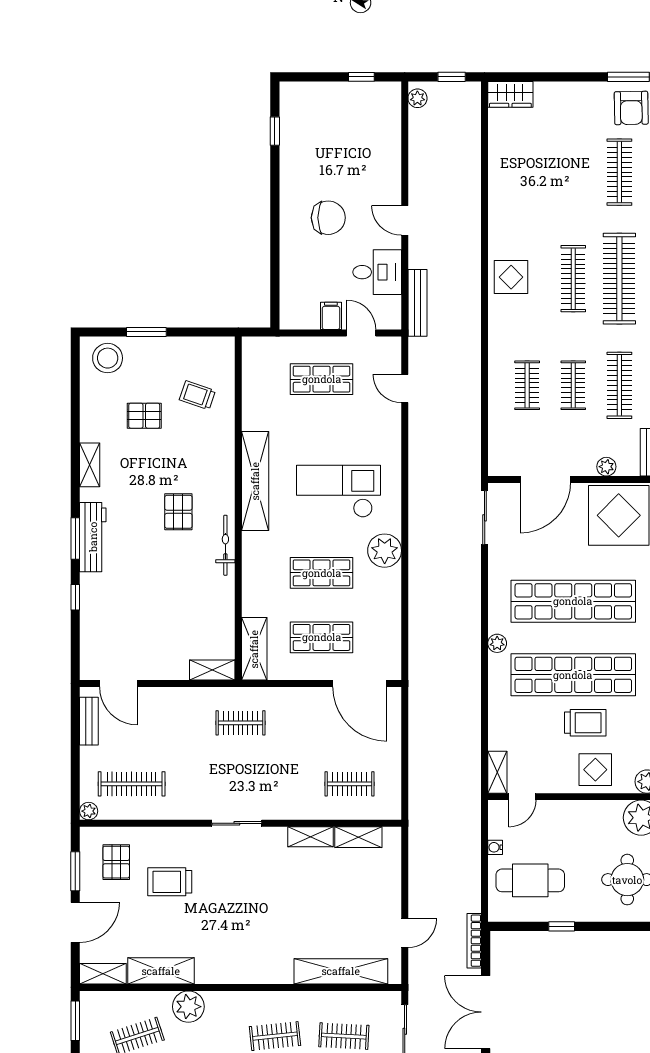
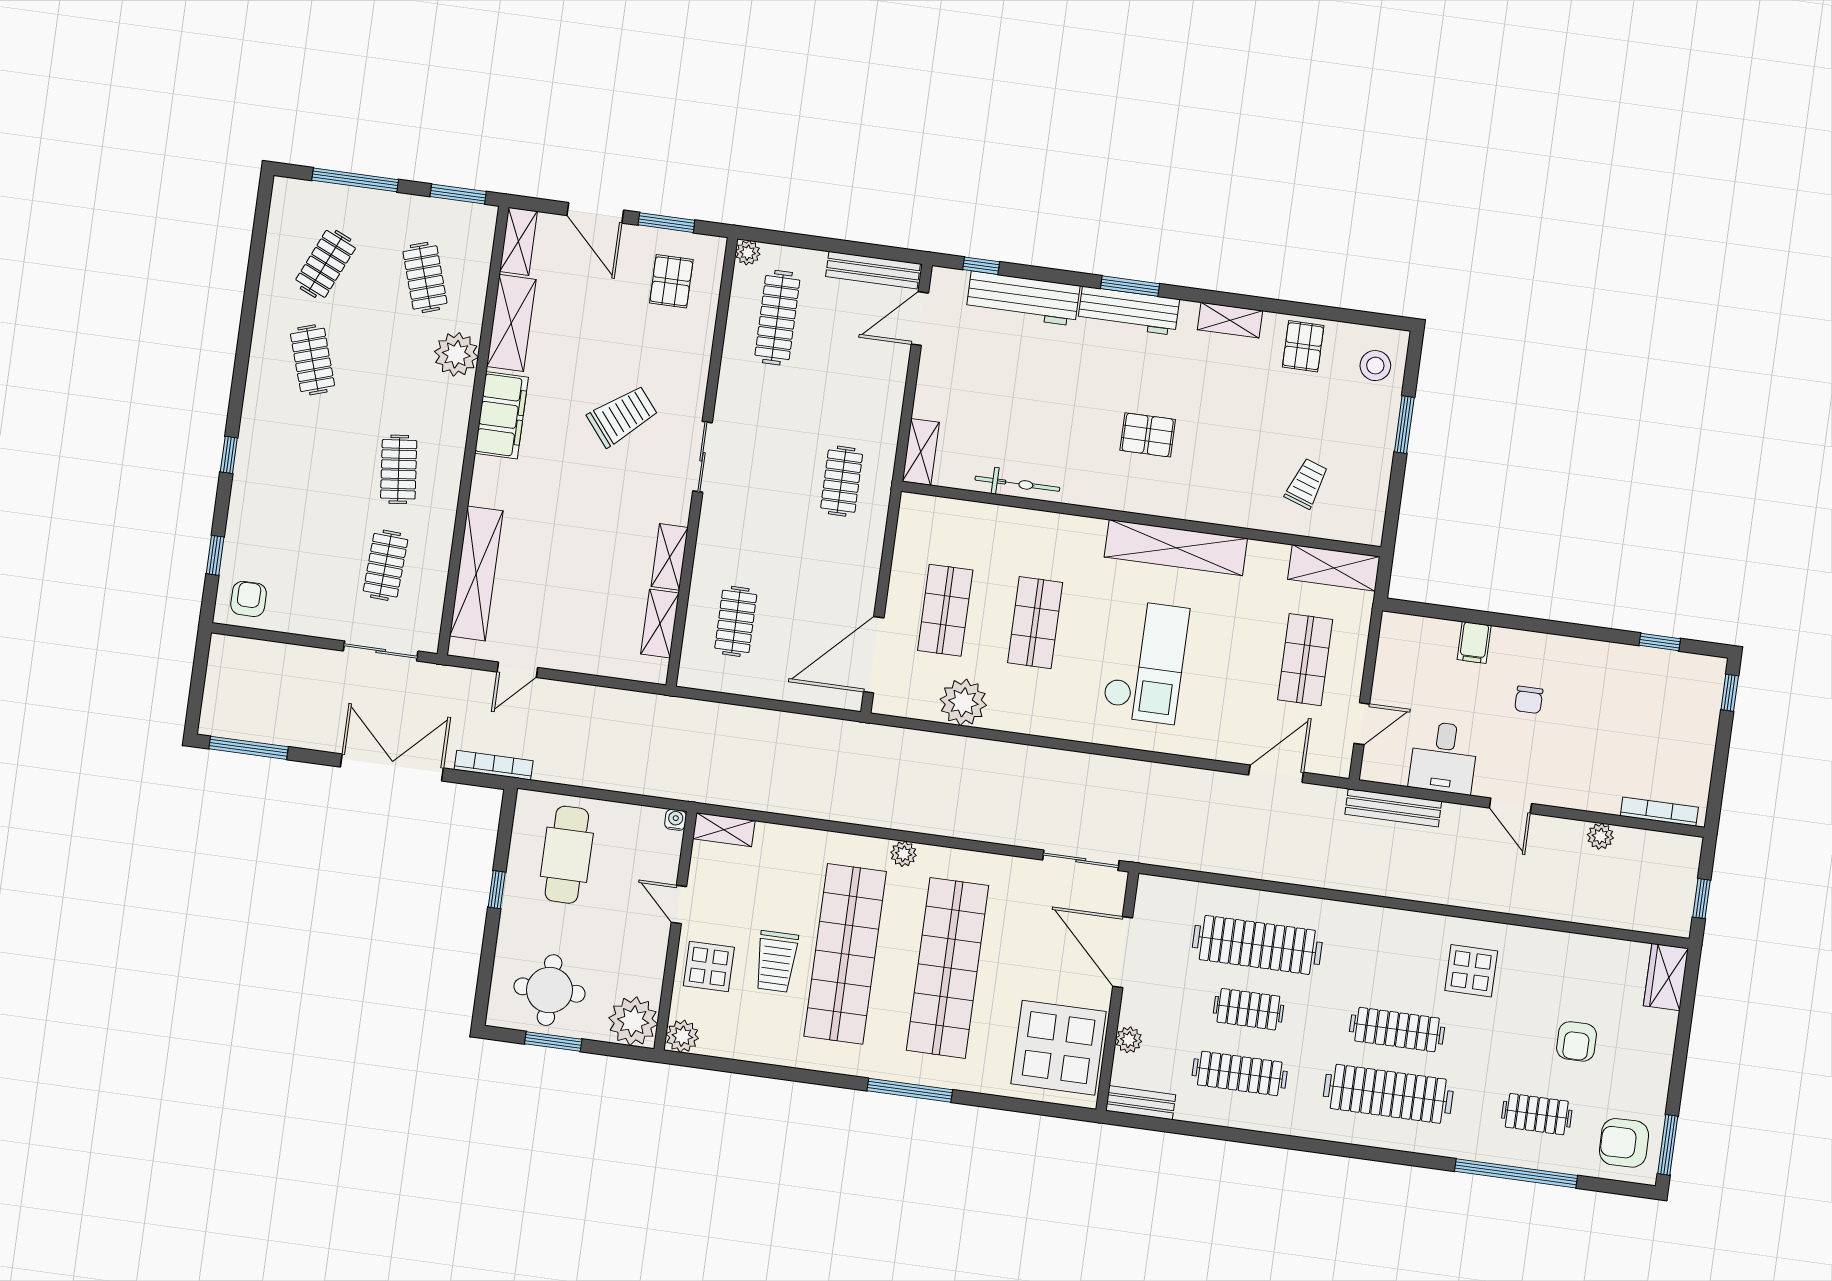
window: (361, 77) -> (1730, 693), moved
plant: (417, 98) -> (1600, 836), moved
bookcase: (394, 115) -> (1659, 812), added
armchair: (564, 151) -> (1576, 1041), added
clothes rail: (619, 172) -> (1537, 1114), width x0.73
chair: (328, 218) -> (1529, 700), width x0.54, depth x0.54
door: (405, 220) -> (1510, 806), swing flipped
display table: (511, 277) -> (1471, 971), moved
filing cabinet: (331, 316) -> (1474, 642), moved, turned 90
stool: (108, 358) -> (1375, 366), width x0.73, depth x0.73
clothes rail: (527, 385) -> (1257, 945), width x1.86, depth x1.31
door: (405, 389) -> (1276, 774), width x1.38
pallet: (144, 416) -> (1303, 346), moved
bicycle: (225, 545) -> (1017, 484), moved
plant: (385, 551) -> (963, 702), moved
window: (75, 597) -> (981, 266), moved
workbench: (94, 613) -> (1023, 299), added
shelving: (254, 649) -> (1334, 568), moved
bench: (89, 721) -> (873, 270), width x1.36
door: (522, 797) -> (679, 904), moved
water cooler: (495, 847) -> (675, 820), moved
pallet: (116, 862) -> (671, 281), turned 90
trolley: (170, 882) -> (622, 416), moved, turned 51
door: (405, 933) -> (517, 670), hinge flipped
filing cabinet: (227, 969) -> (502, 415), added

